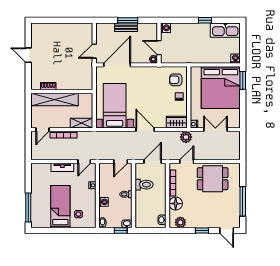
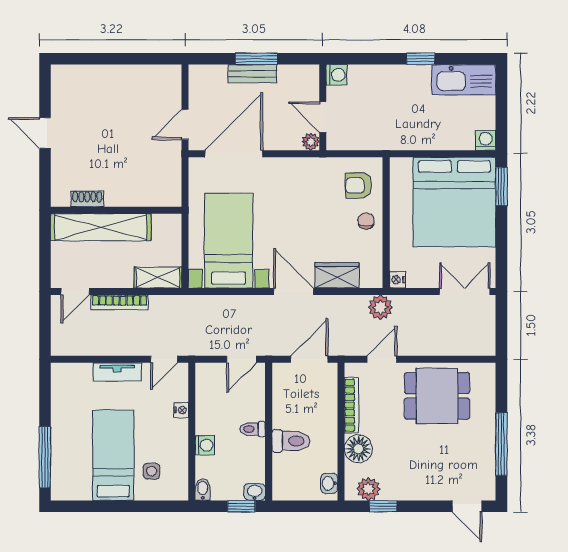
wardrobe: (177, 122) -> (337, 275), moved
double door: (215, 130) -> (465, 292), moved
toilet: (144, 185) -> (291, 441), moved
window: (202, 231) -> (383, 506), moved

